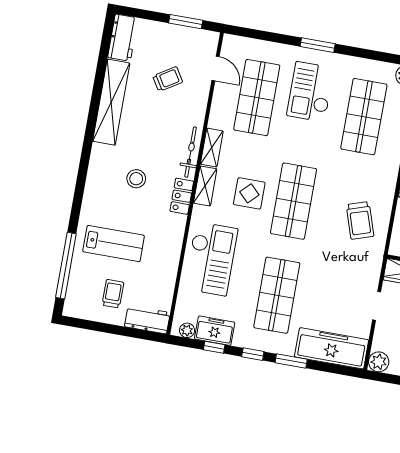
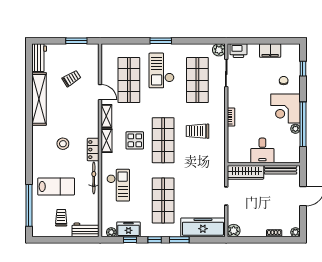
door: (216, 68) -> (100, 92), moved
bicycle: (191, 152) -> (94, 178), moved
trolley: (360, 220) -> (197, 131), moved, turned 108
checkout: (211, 259) -> (118, 185), width x0.73, depth x0.83

